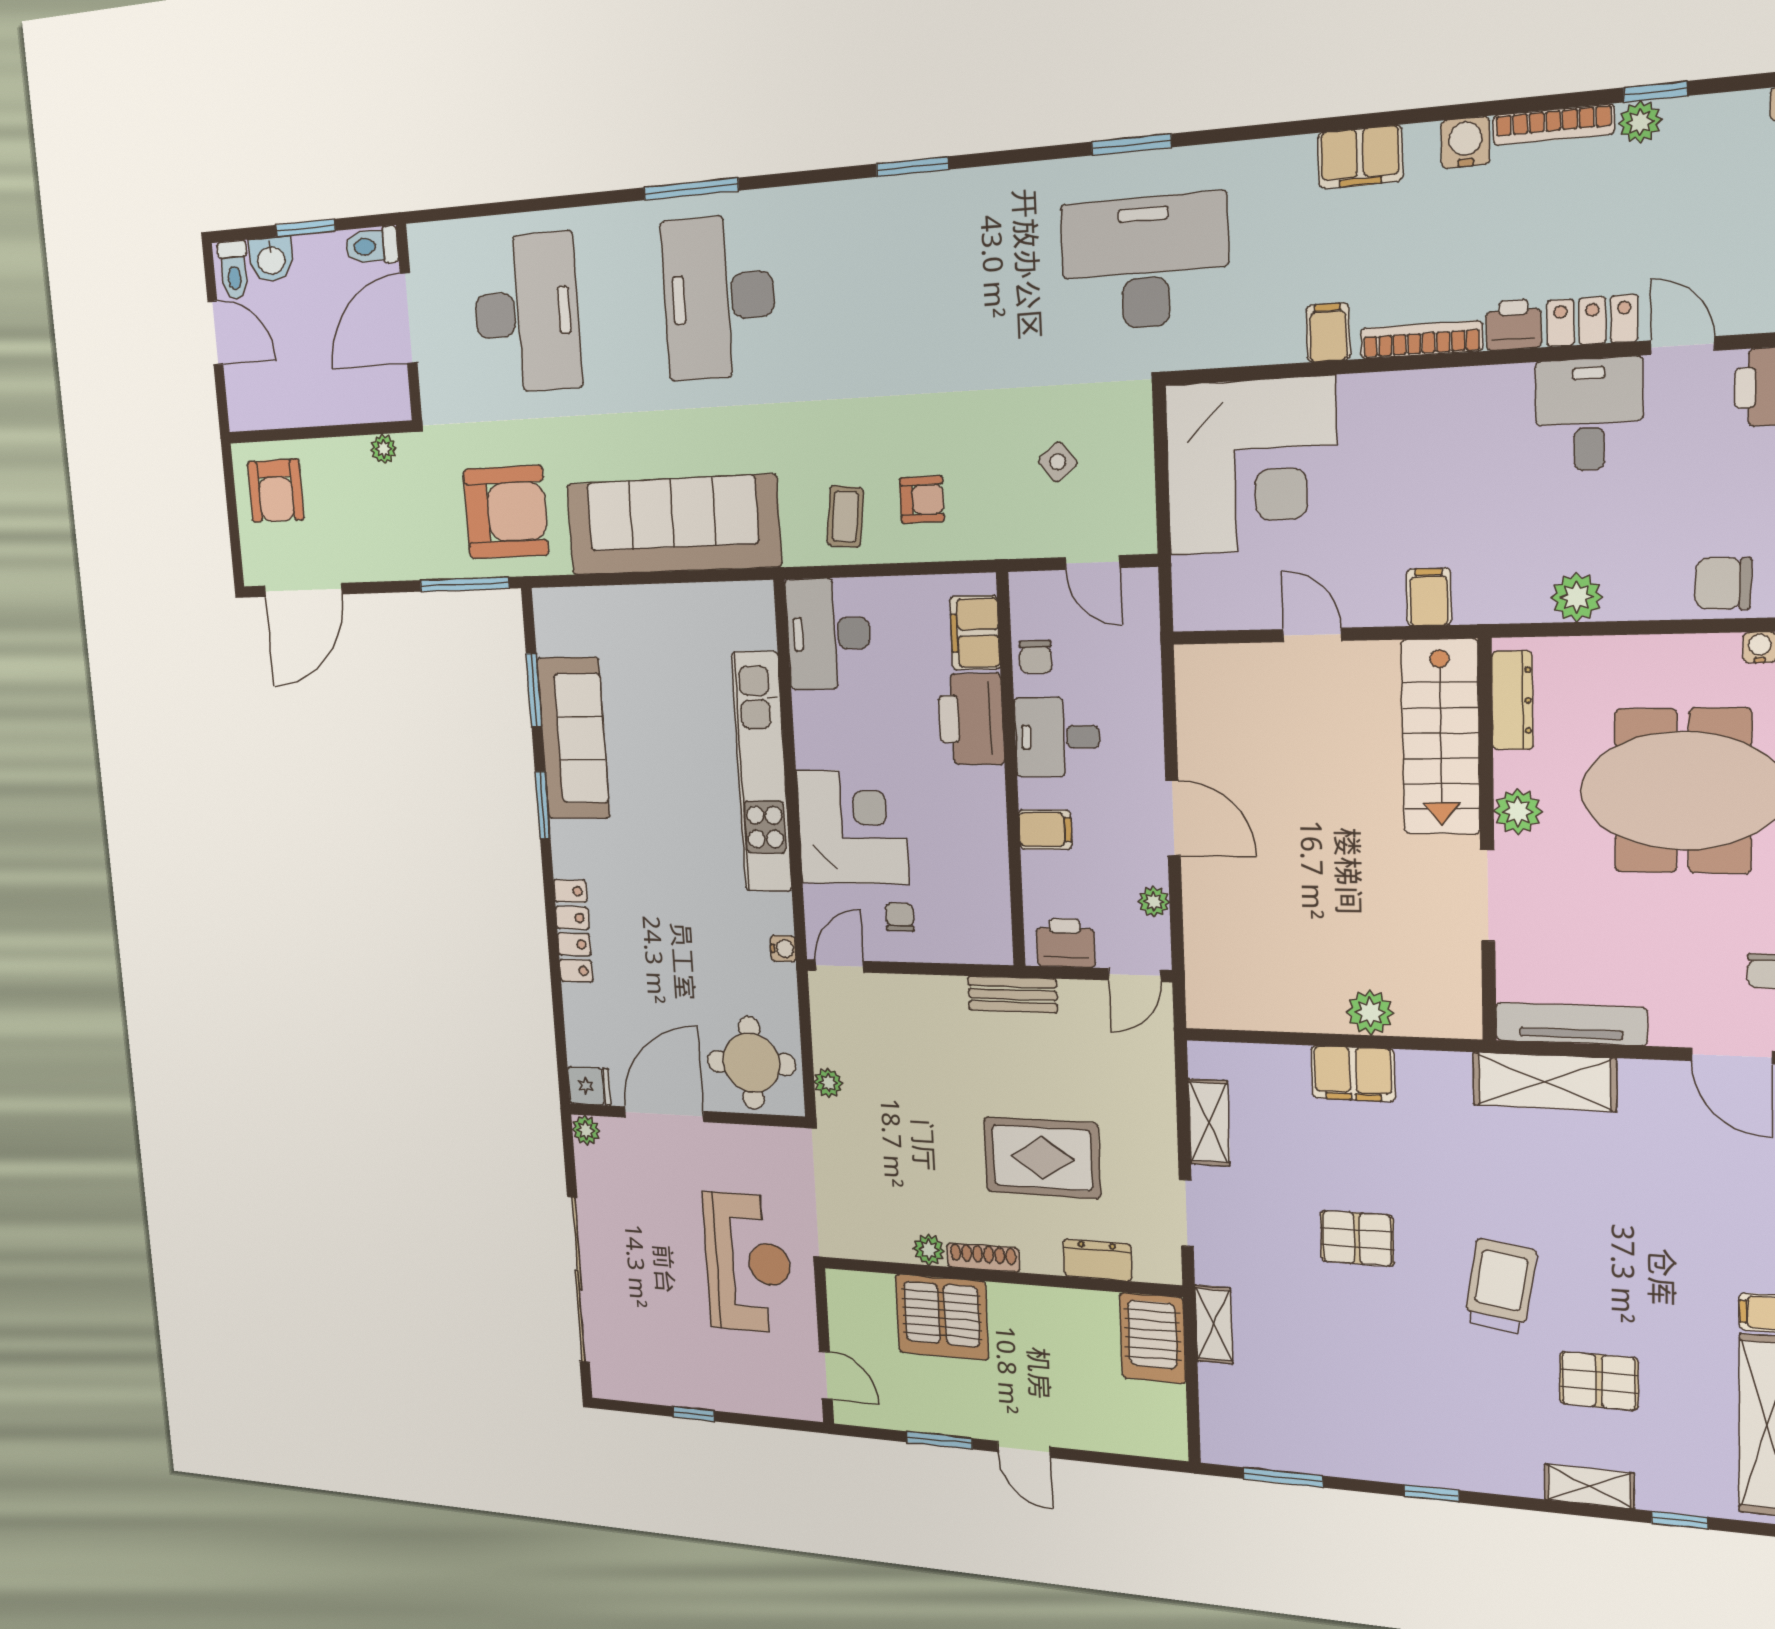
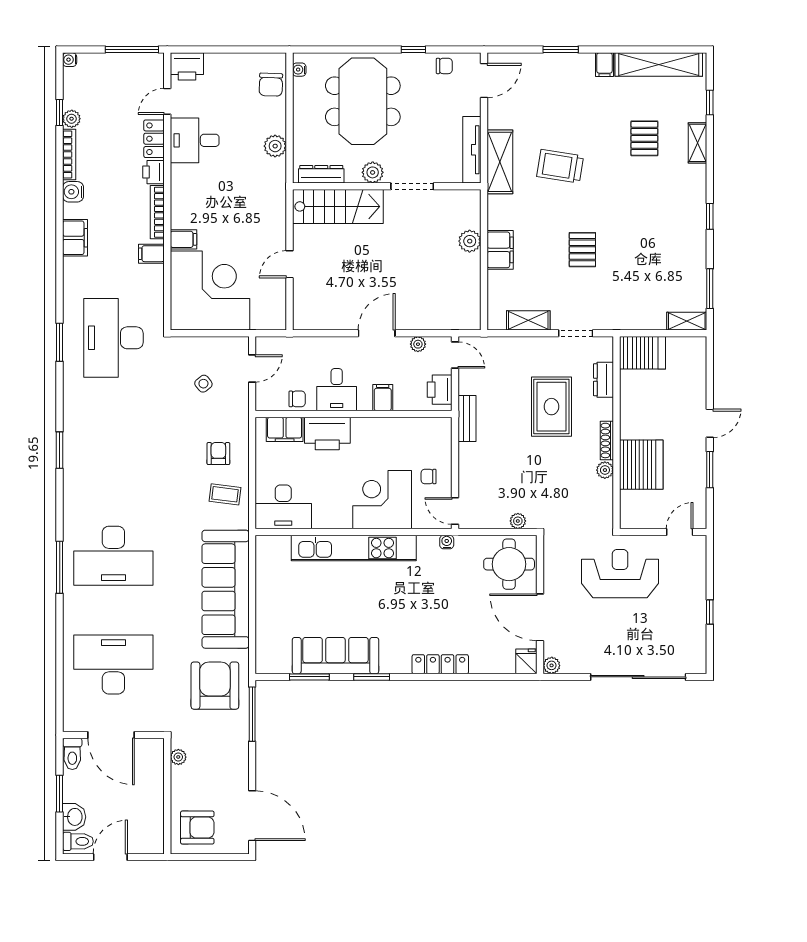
filing cabinet: (1429, 597) -> (183, 239), moved, turned 180
trolley: (1500, 1286) -> (560, 166), moved
shelving: (1214, 1325) -> (687, 321), moved

